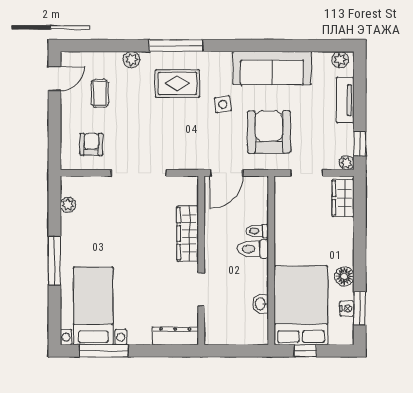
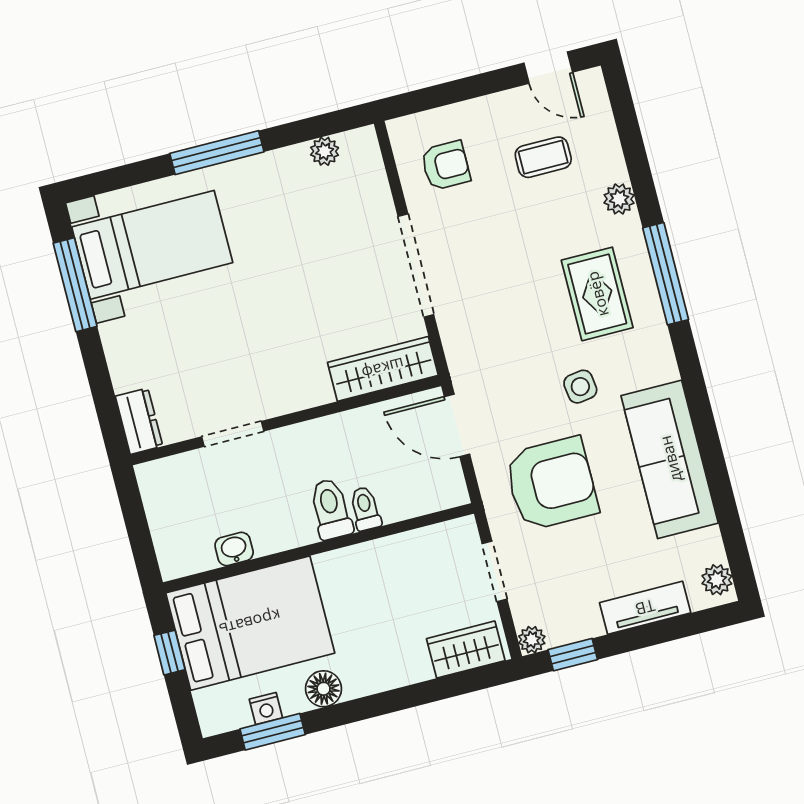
wardrobe: (188, 234) -> (383, 369), moved
dresser: (175, 336) -> (139, 421), width x0.70

